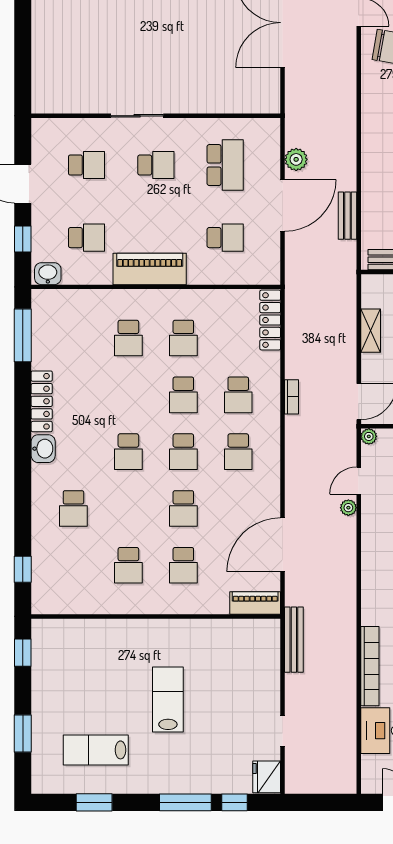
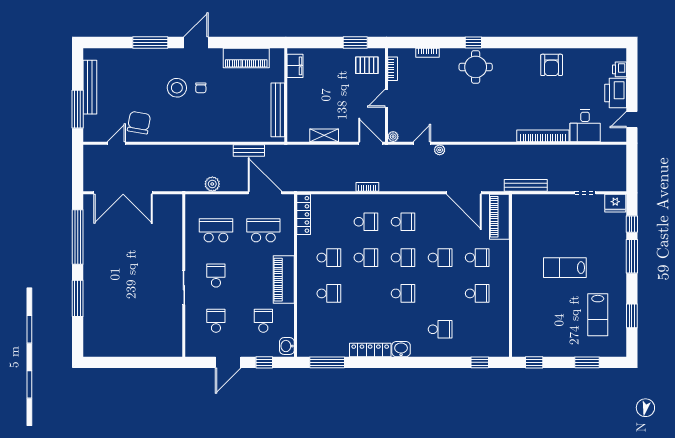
door: (283, 205) -> (265, 193), moved
school desk: (225, 238) -> (263, 230), width x1.85
locker: (270, 320) -> (304, 214), moved, turned -90
door: (359, 481) -> (422, 143), swing flipped
piano: (255, 603) -> (499, 217), width x1.37, depth x1.33

